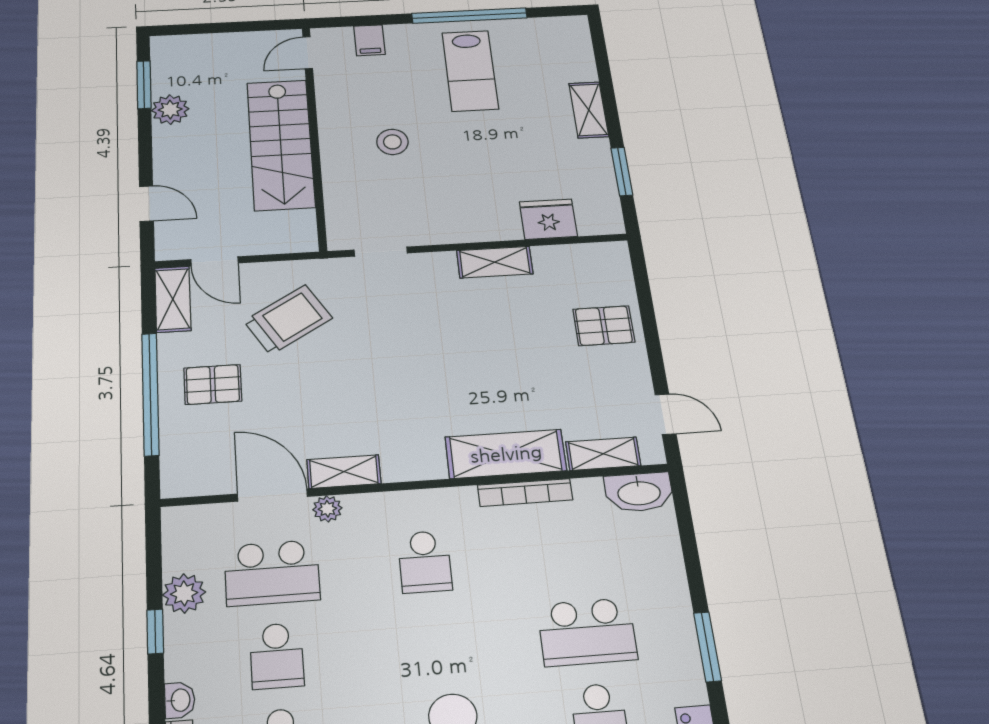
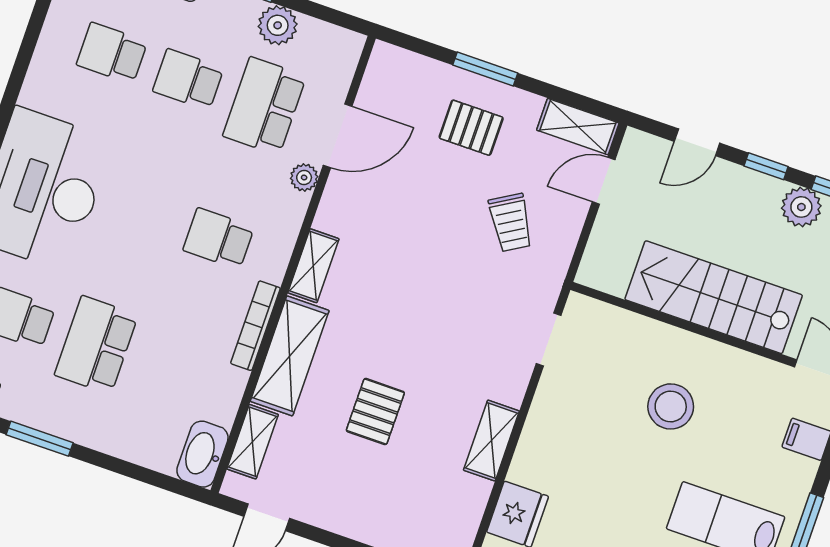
stool: (392, 142) -> (671, 406), width x1.38, depth x1.38
window: (145, 146) -> (766, 166), added
trolley: (288, 320) -> (511, 223), width x0.73, depth x0.72
pallet: (604, 326) -> (375, 412), moved
pallet: (213, 385) -> (471, 128), turned 90
window: (150, 394) -> (485, 69), width x0.47
shelving: (344, 472) -> (313, 266), moved
bookcase: (525, 492) -> (255, 326), moved

